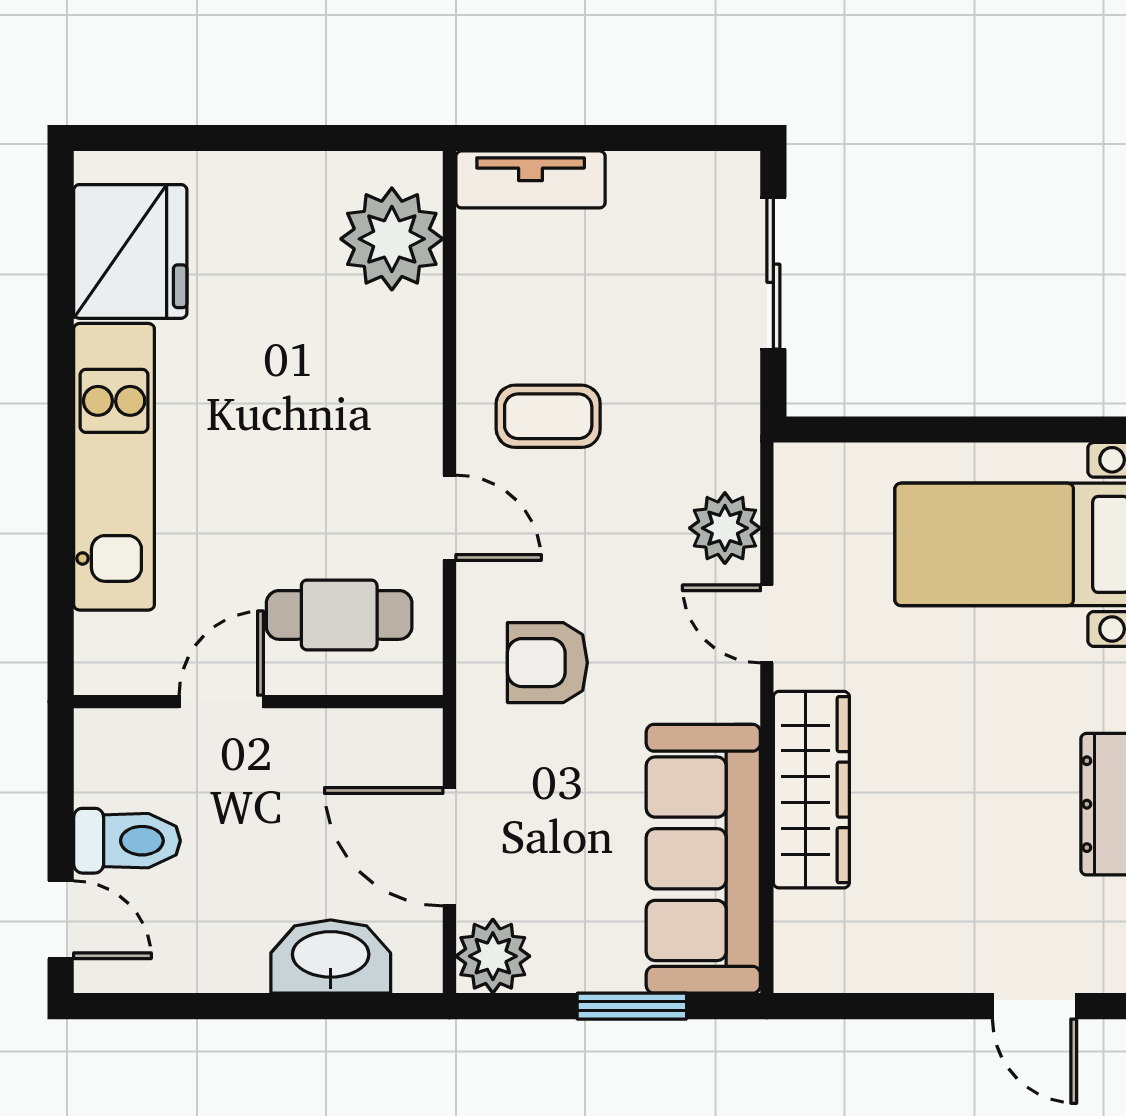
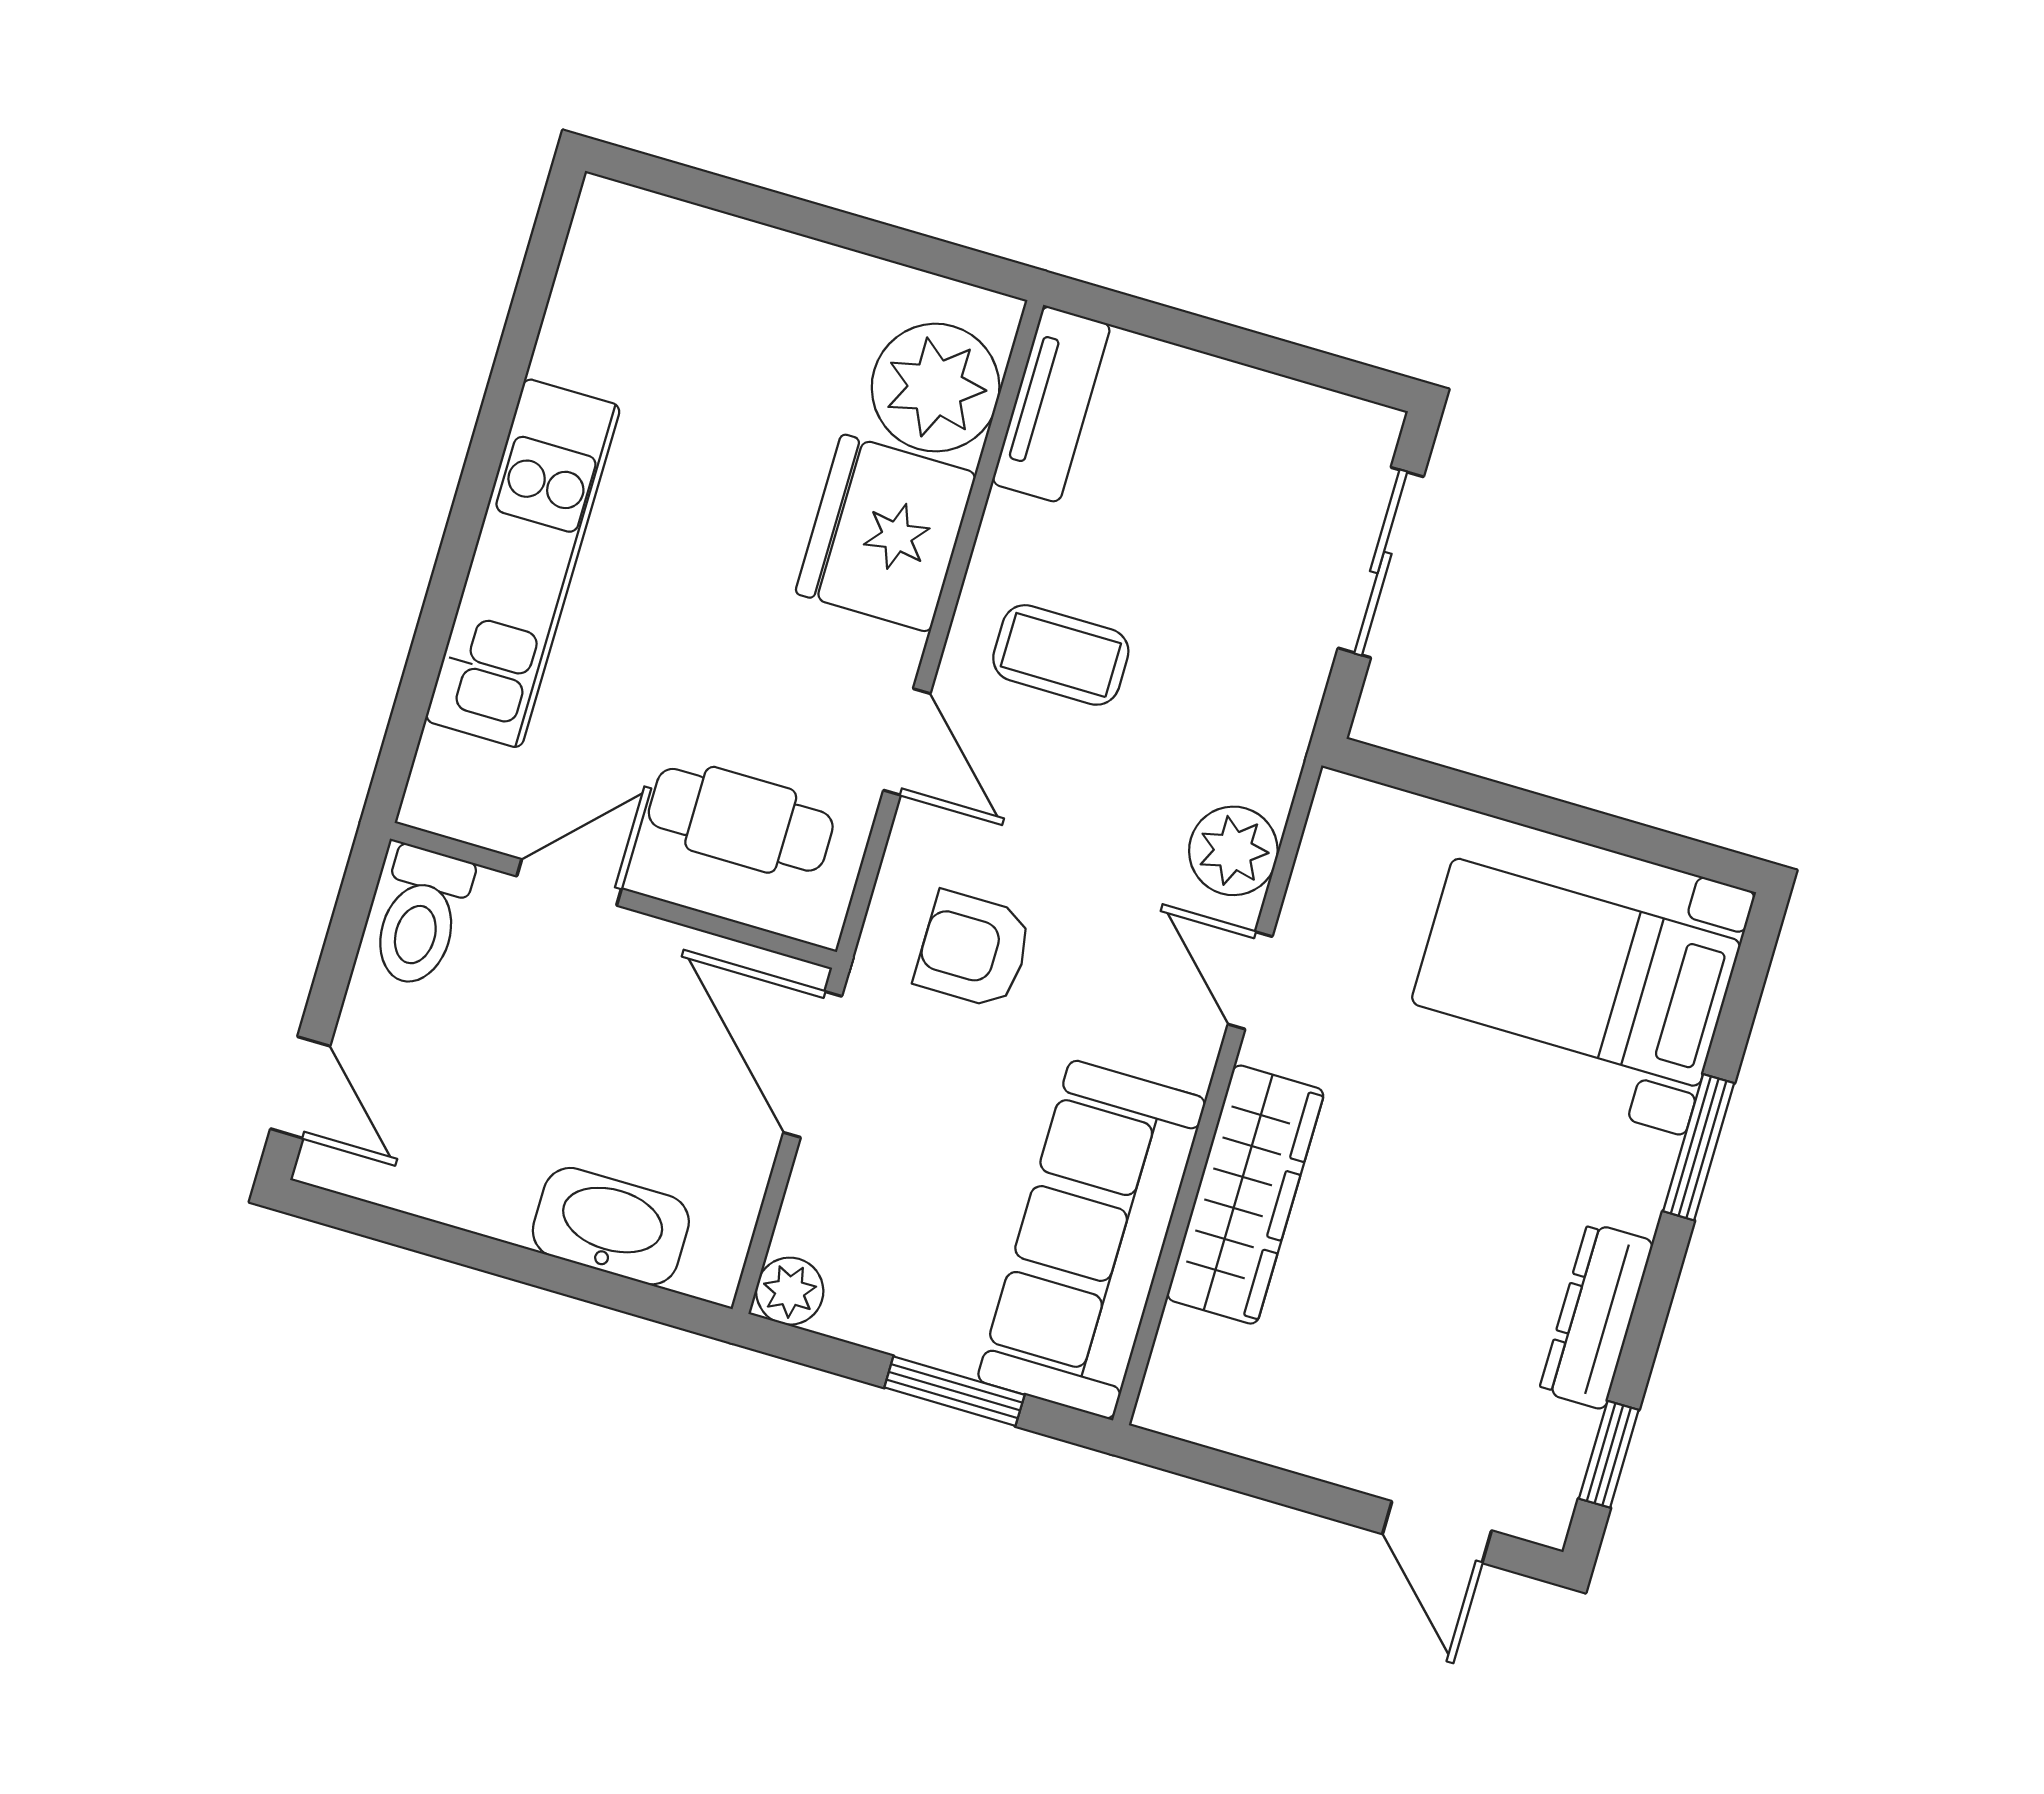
tv unit: (531, 179) -> (1051, 404), moved, turned -90
fridge: (130, 251) -> (886, 533), moved, turned 180
toilet: (127, 841) -> (421, 917), moved, turned 90
door: (449, 847) -> (813, 1064), moved
plant: (493, 956) -> (790, 1291), width x0.73, depth x0.73

